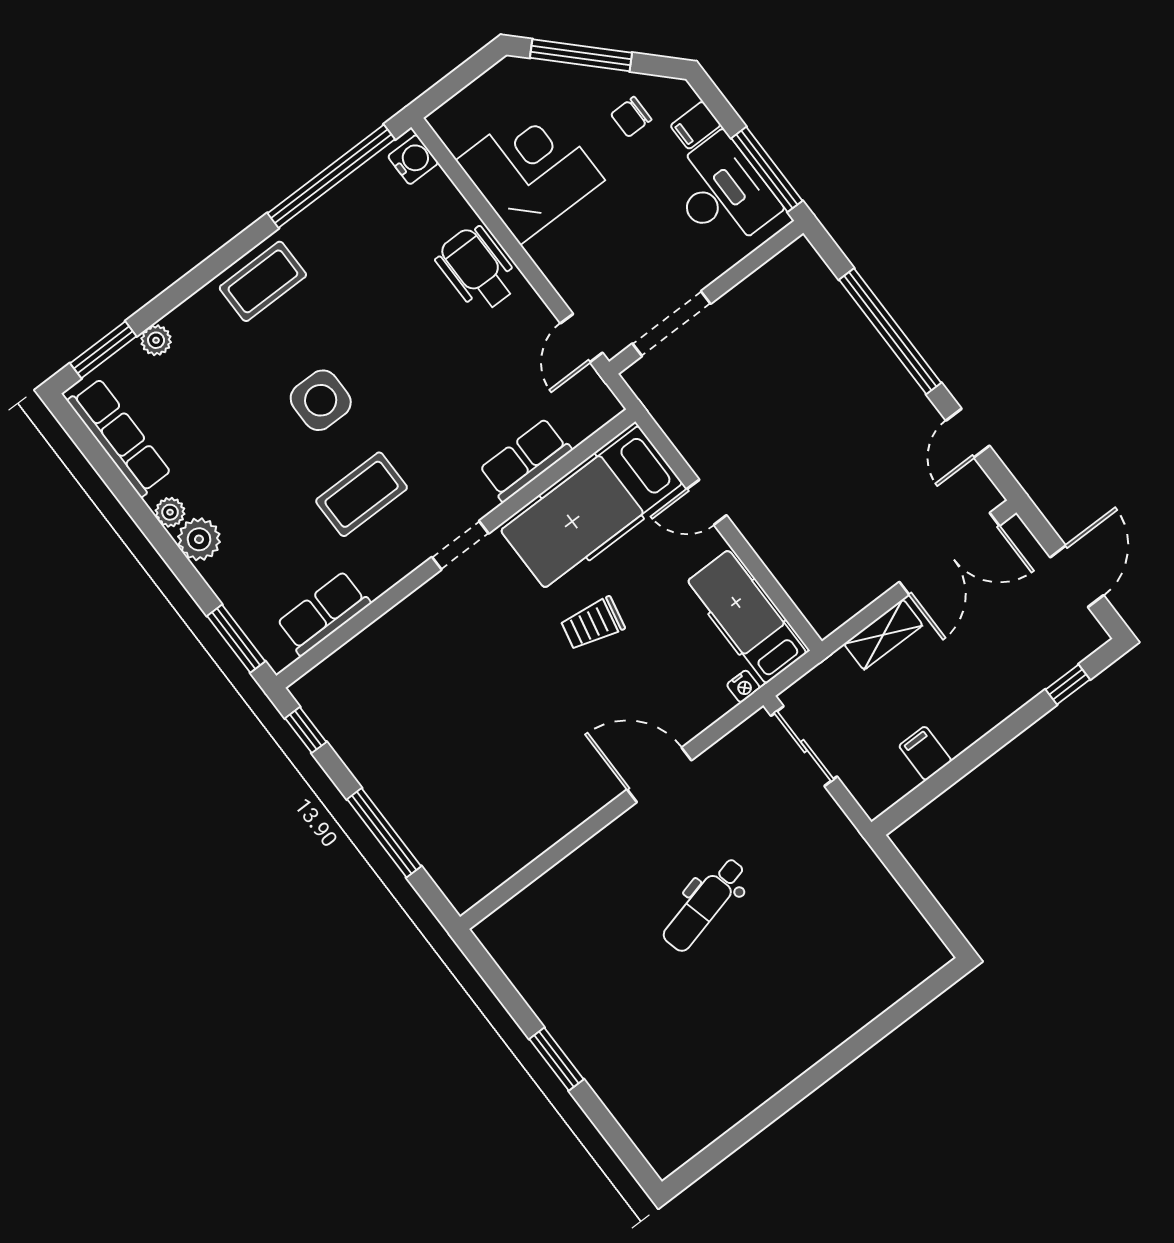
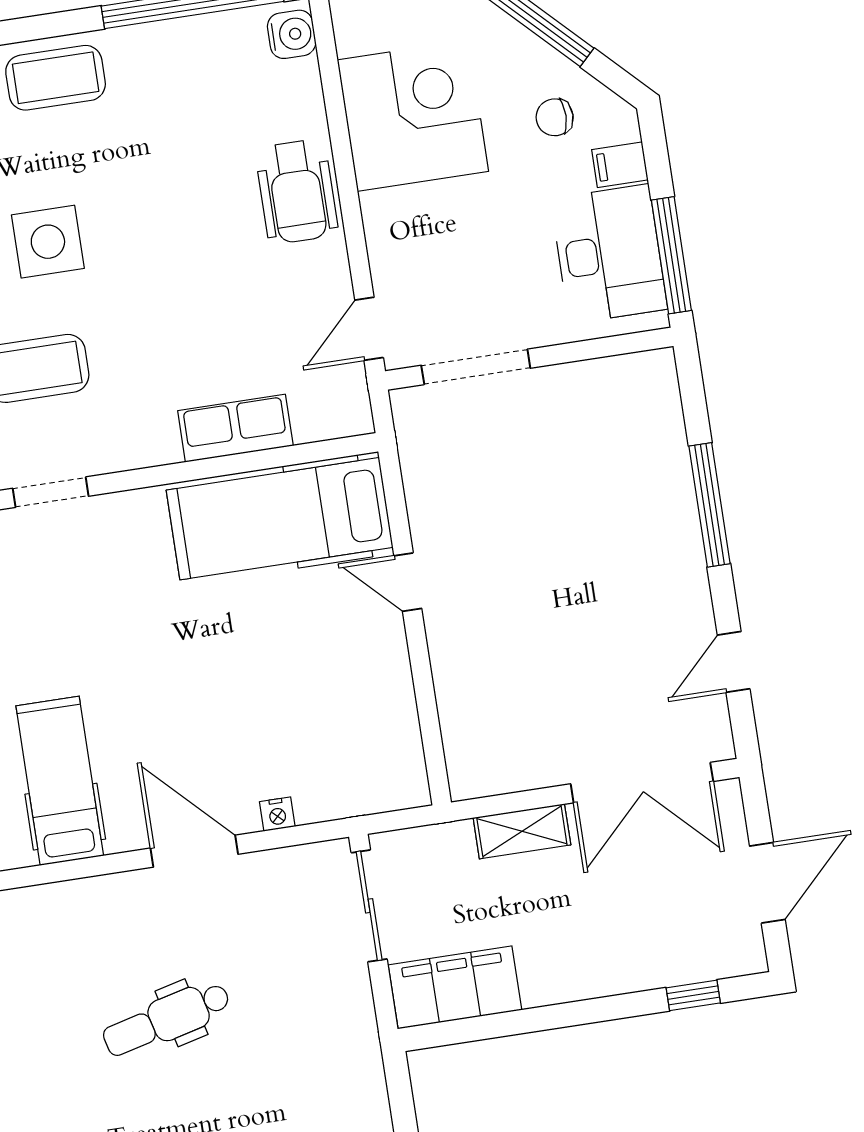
wheelchair: (477, 269) -> (297, 192), turned 180
window: (890, 331) -> (710, 505), width x0.68
doorway: (460, 545) -> (51, 492), moved
hospital bed: (747, 617) -> (60, 781), moved
trolley: (593, 624) -> (211, 647), removed
nightstand: (743, 686) -> (277, 814), moved
filing cabinet: (925, 753) -> (455, 987), width x3.00, depth x1.17

